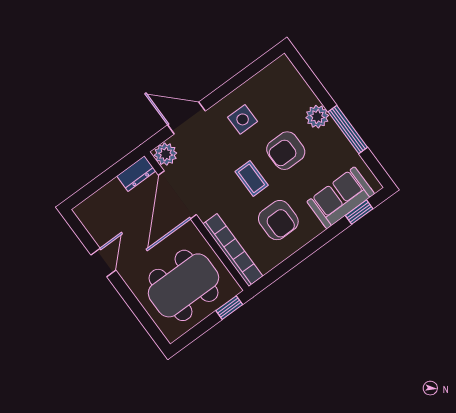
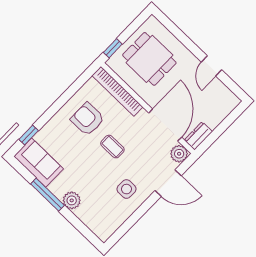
armchair: (286, 151) -> (91, 171), removed
sofa: (341, 198) -> (39, 163), moved, turned -90
dining table: (183, 285) -> (149, 59), width x0.73

